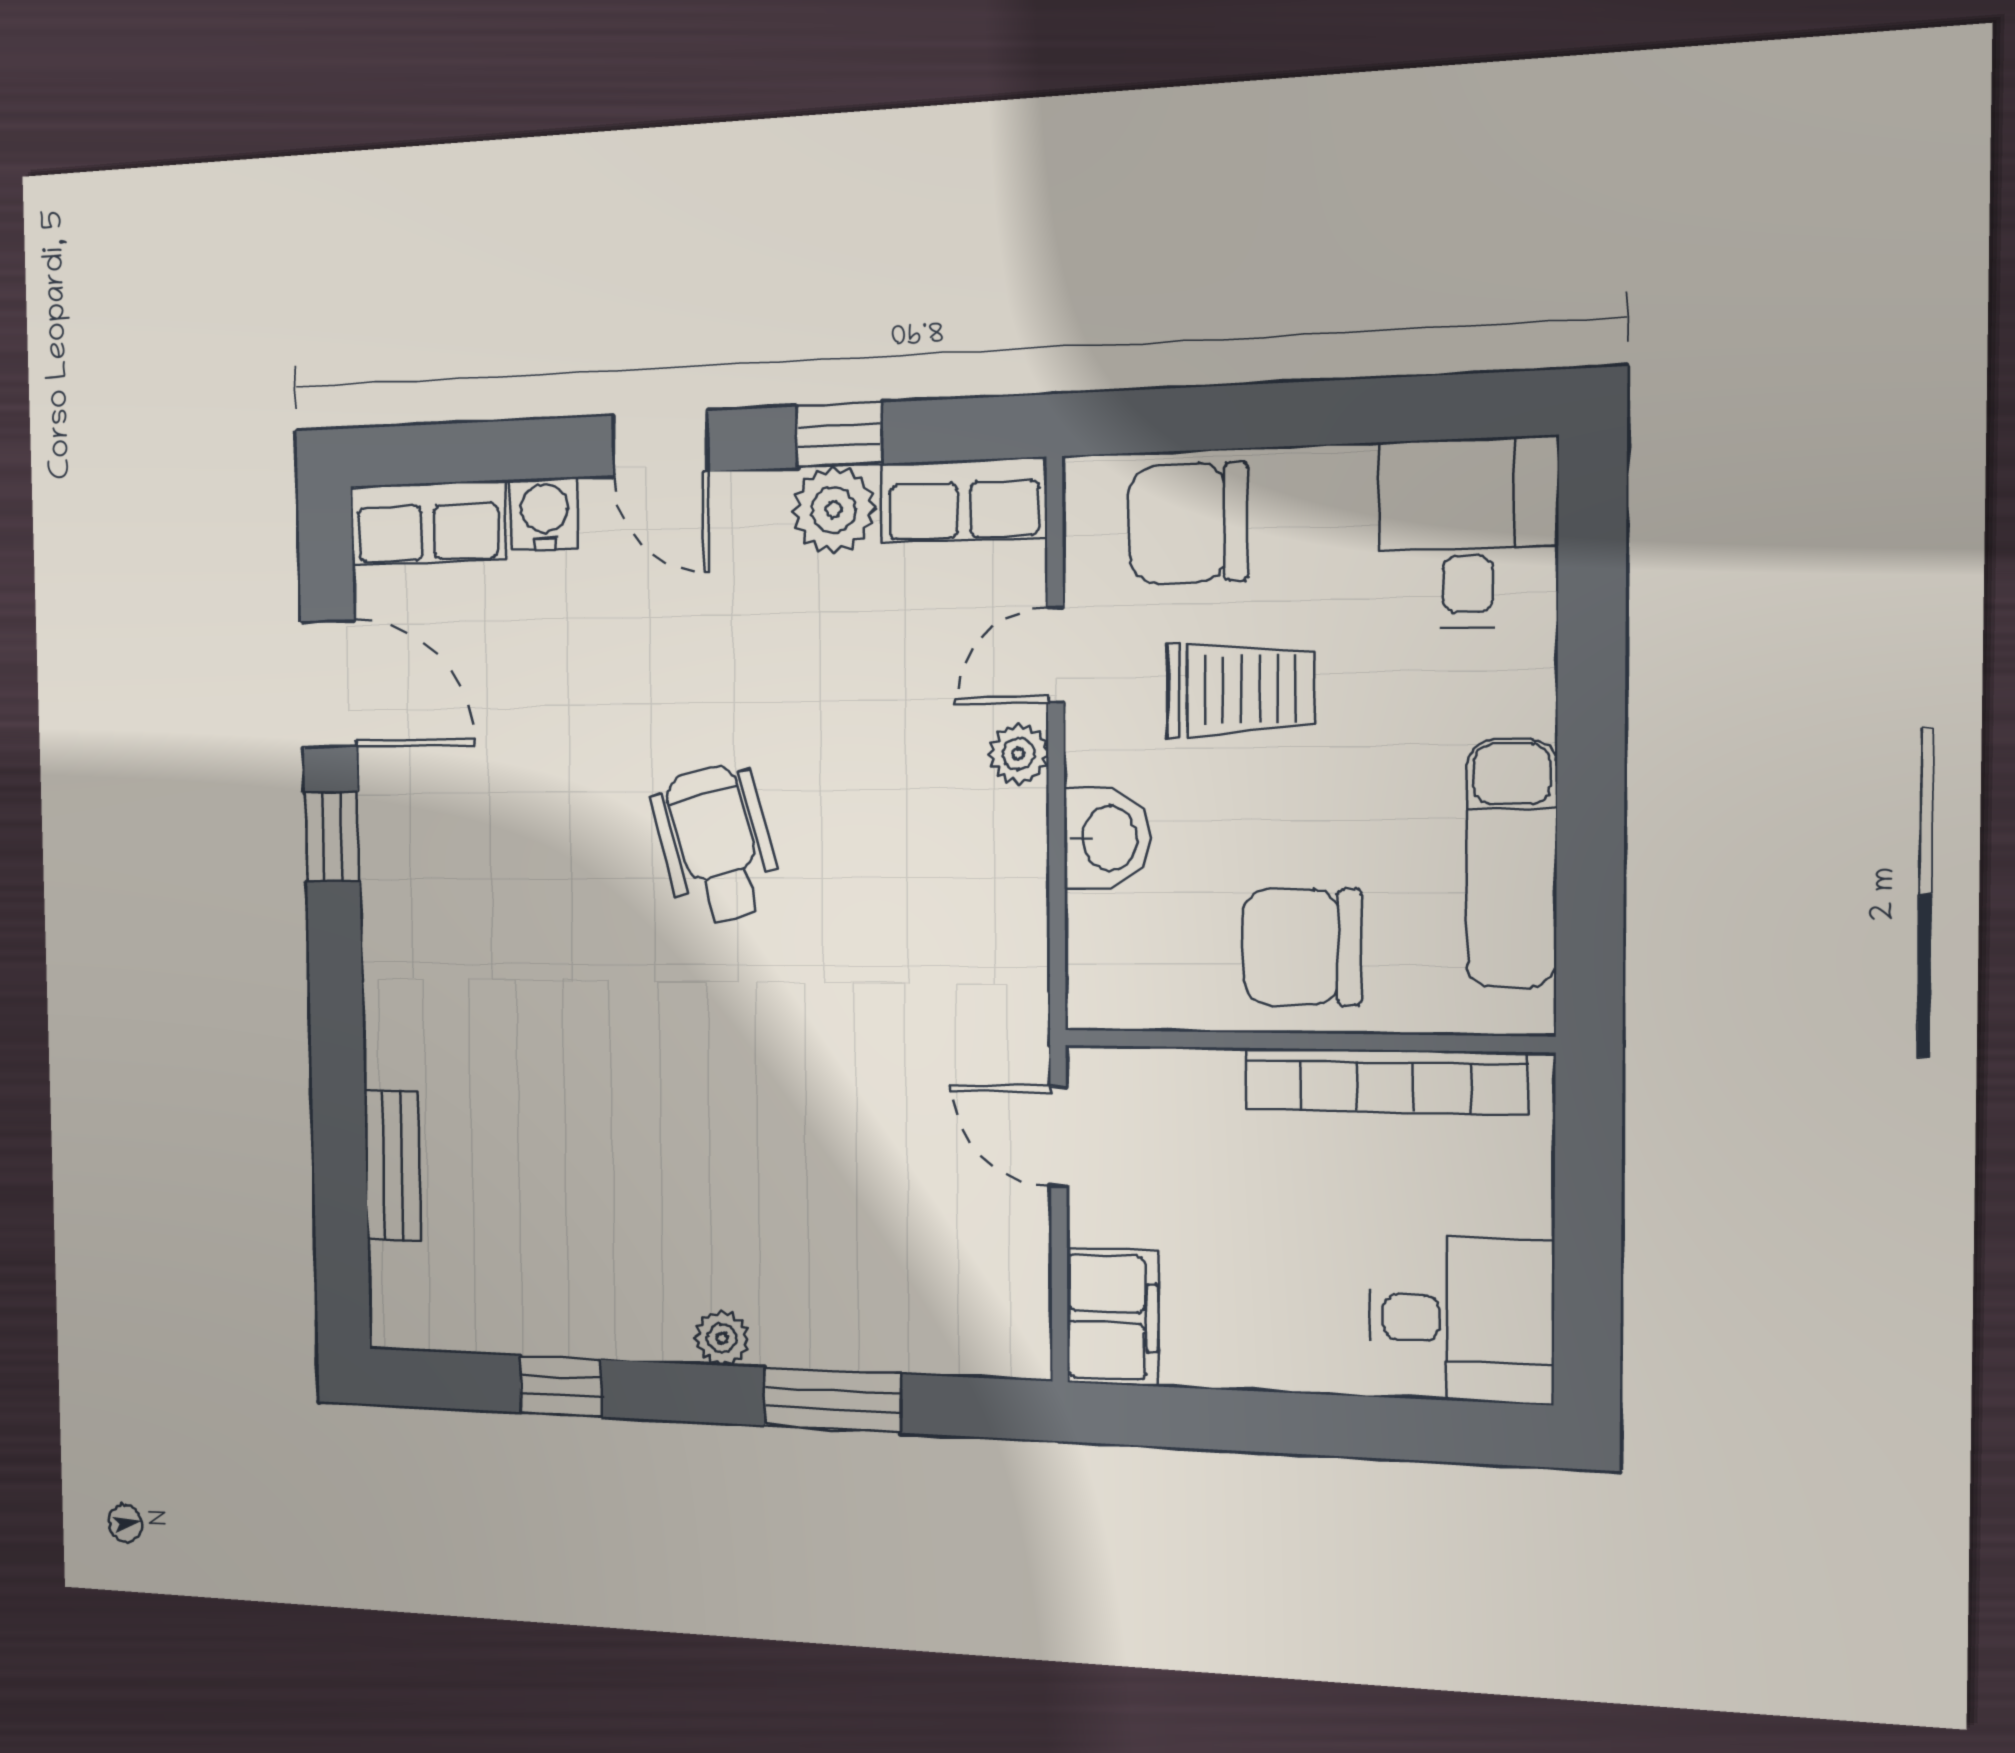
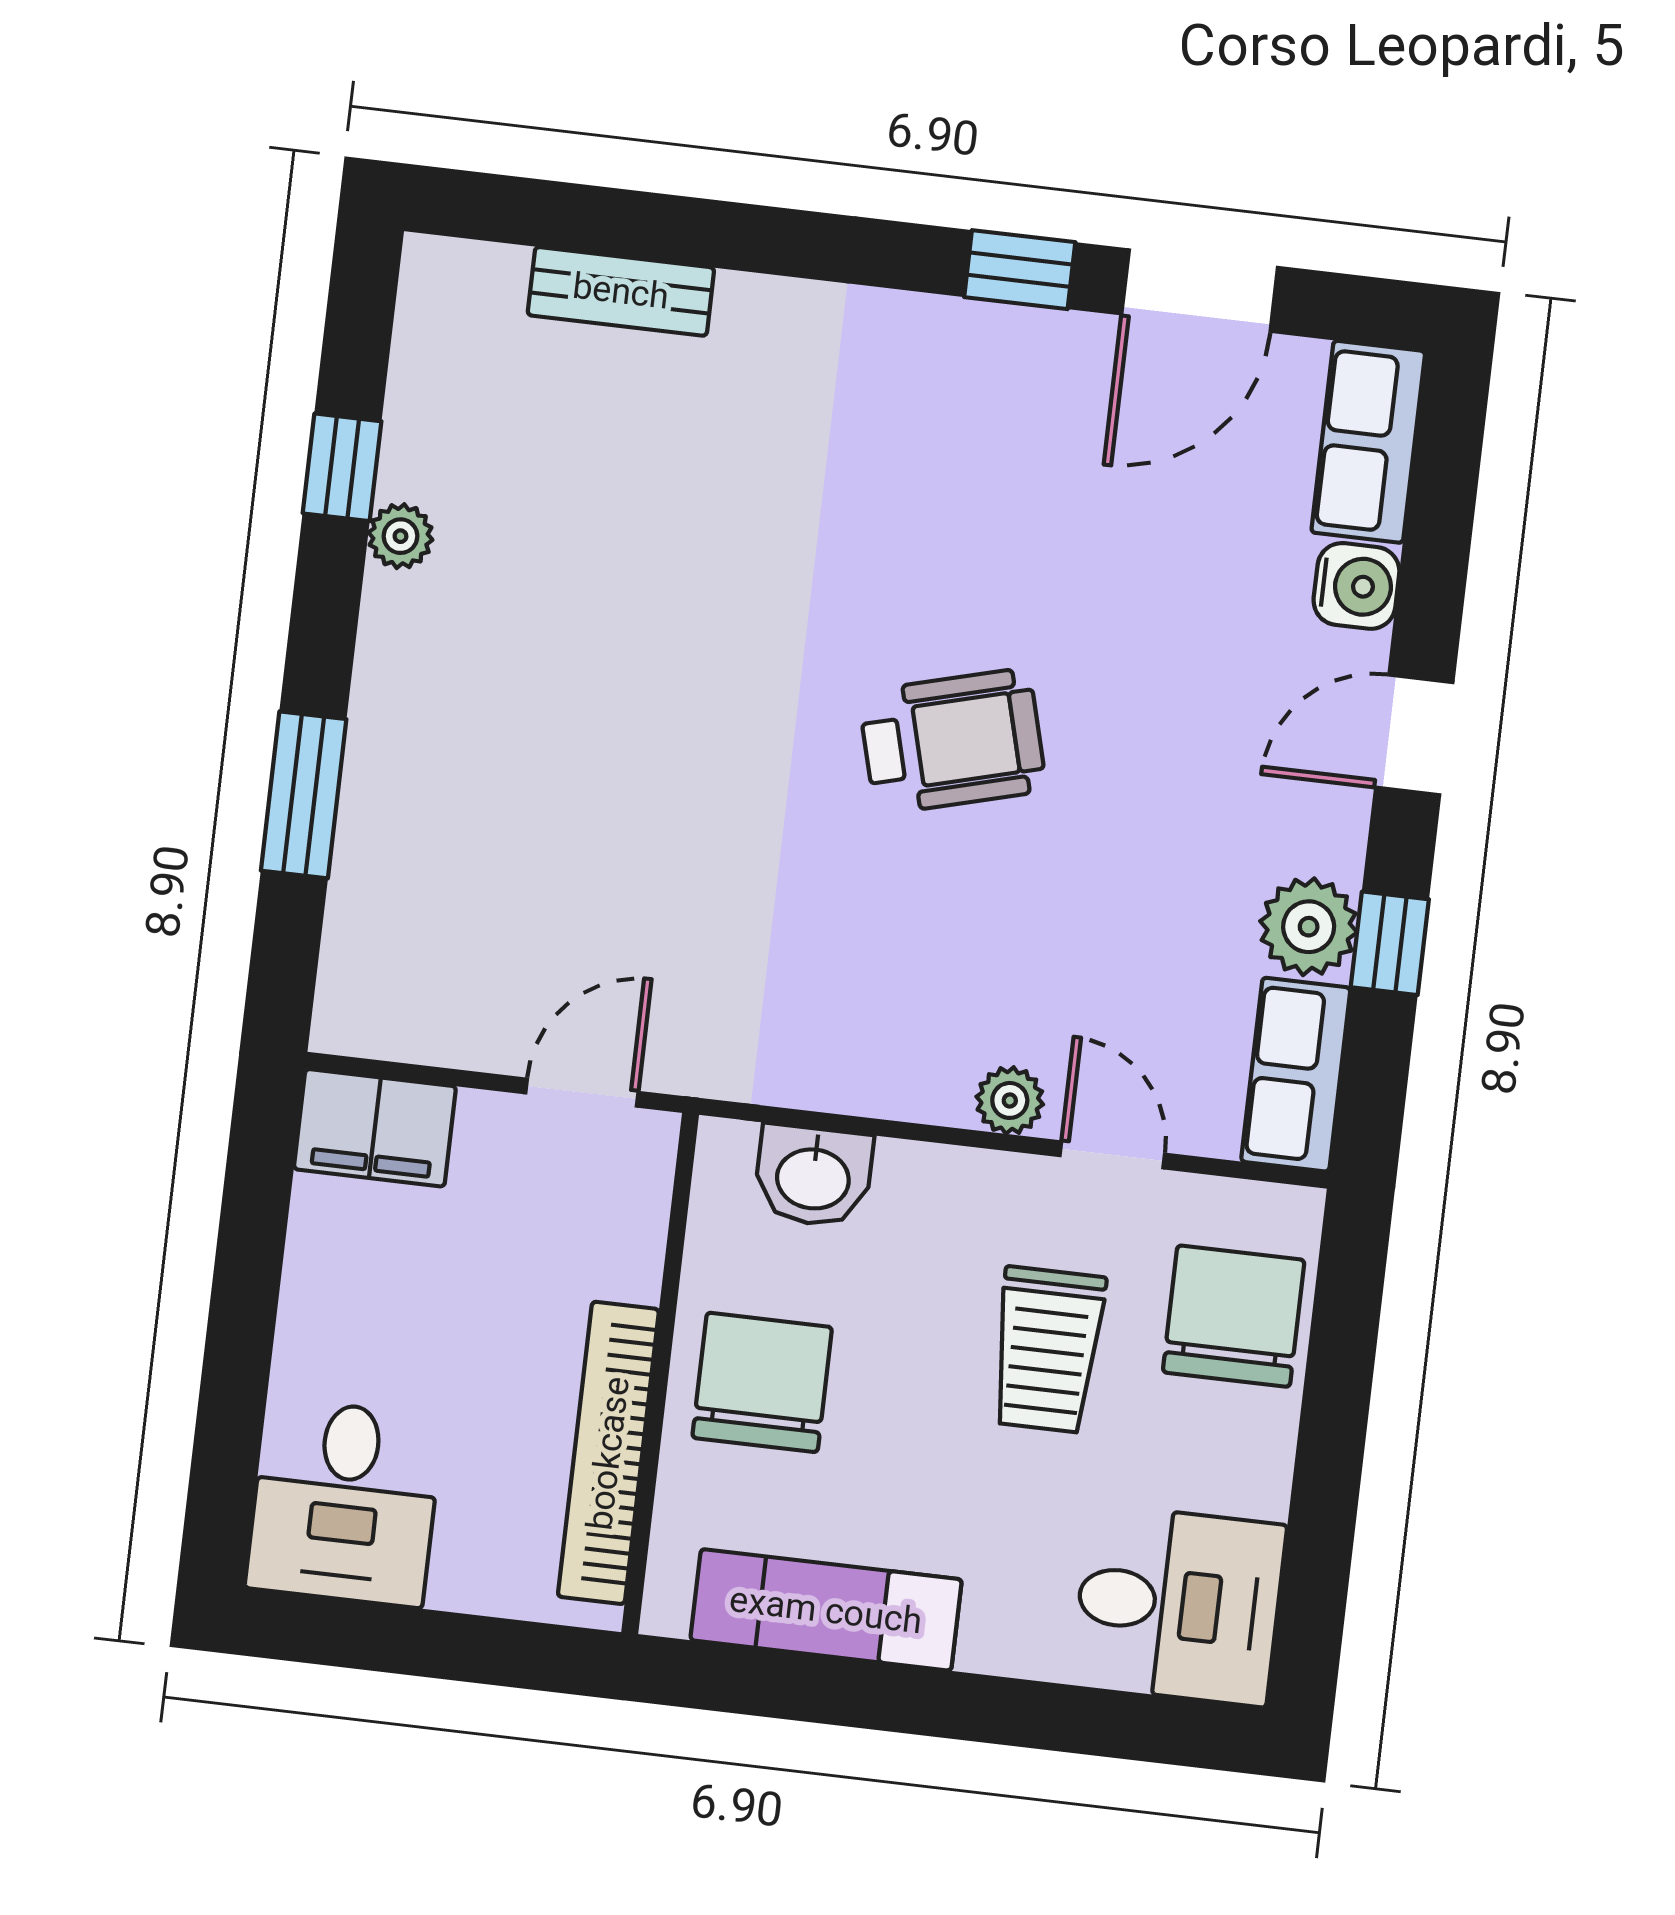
washbasin: (1107, 838) -> (813, 1176), moved
plant: (722, 1338) -> (400, 536), moved

